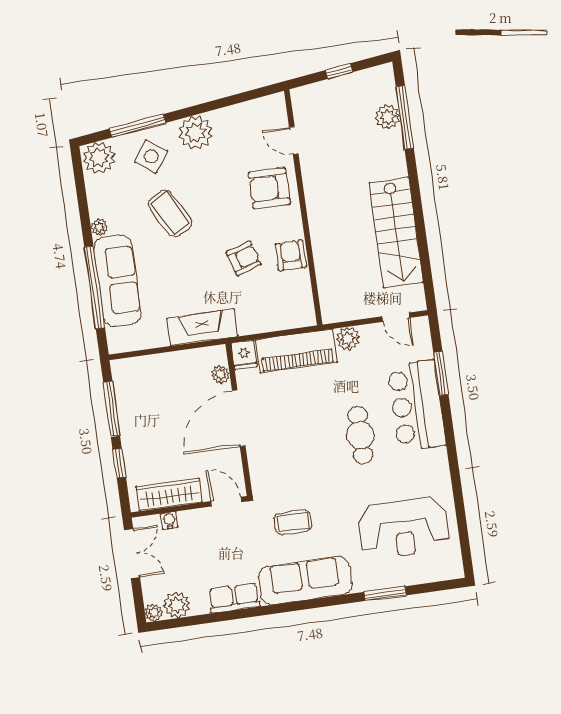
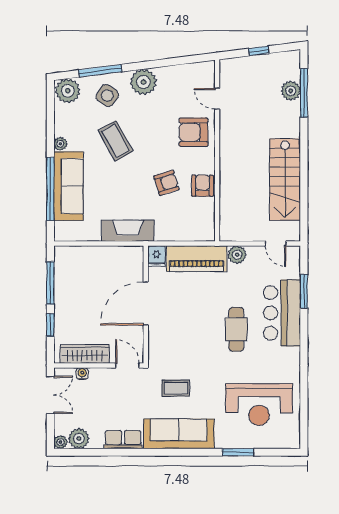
plant: (221, 374) -> (137, 268), removed

